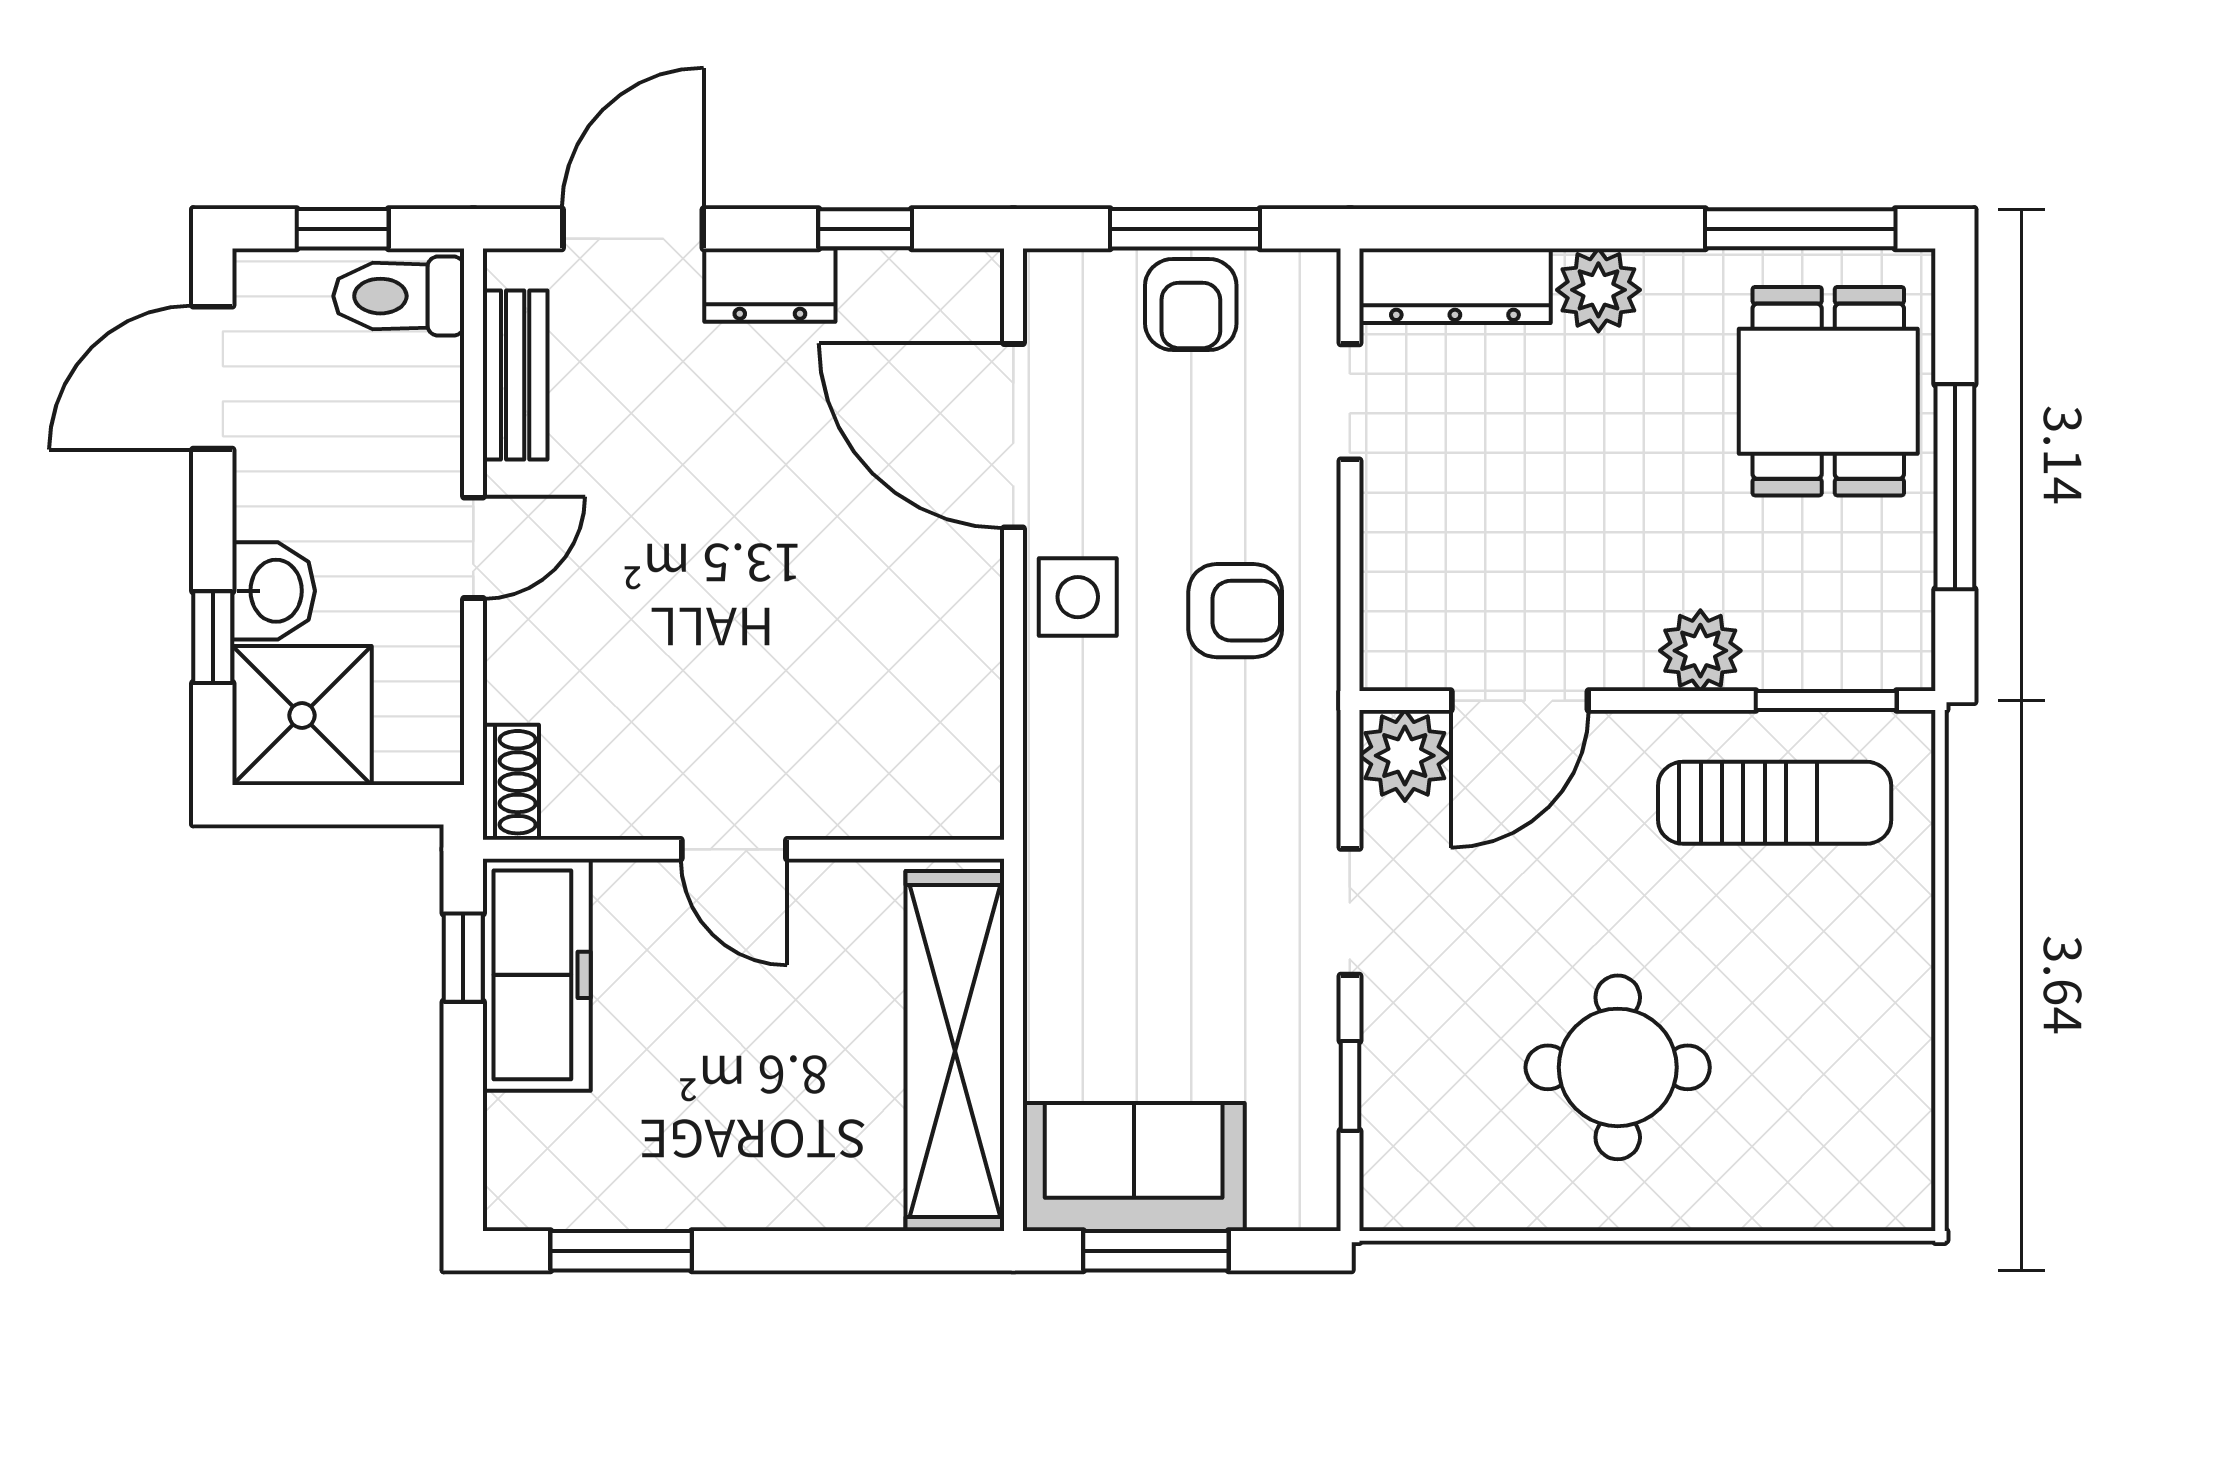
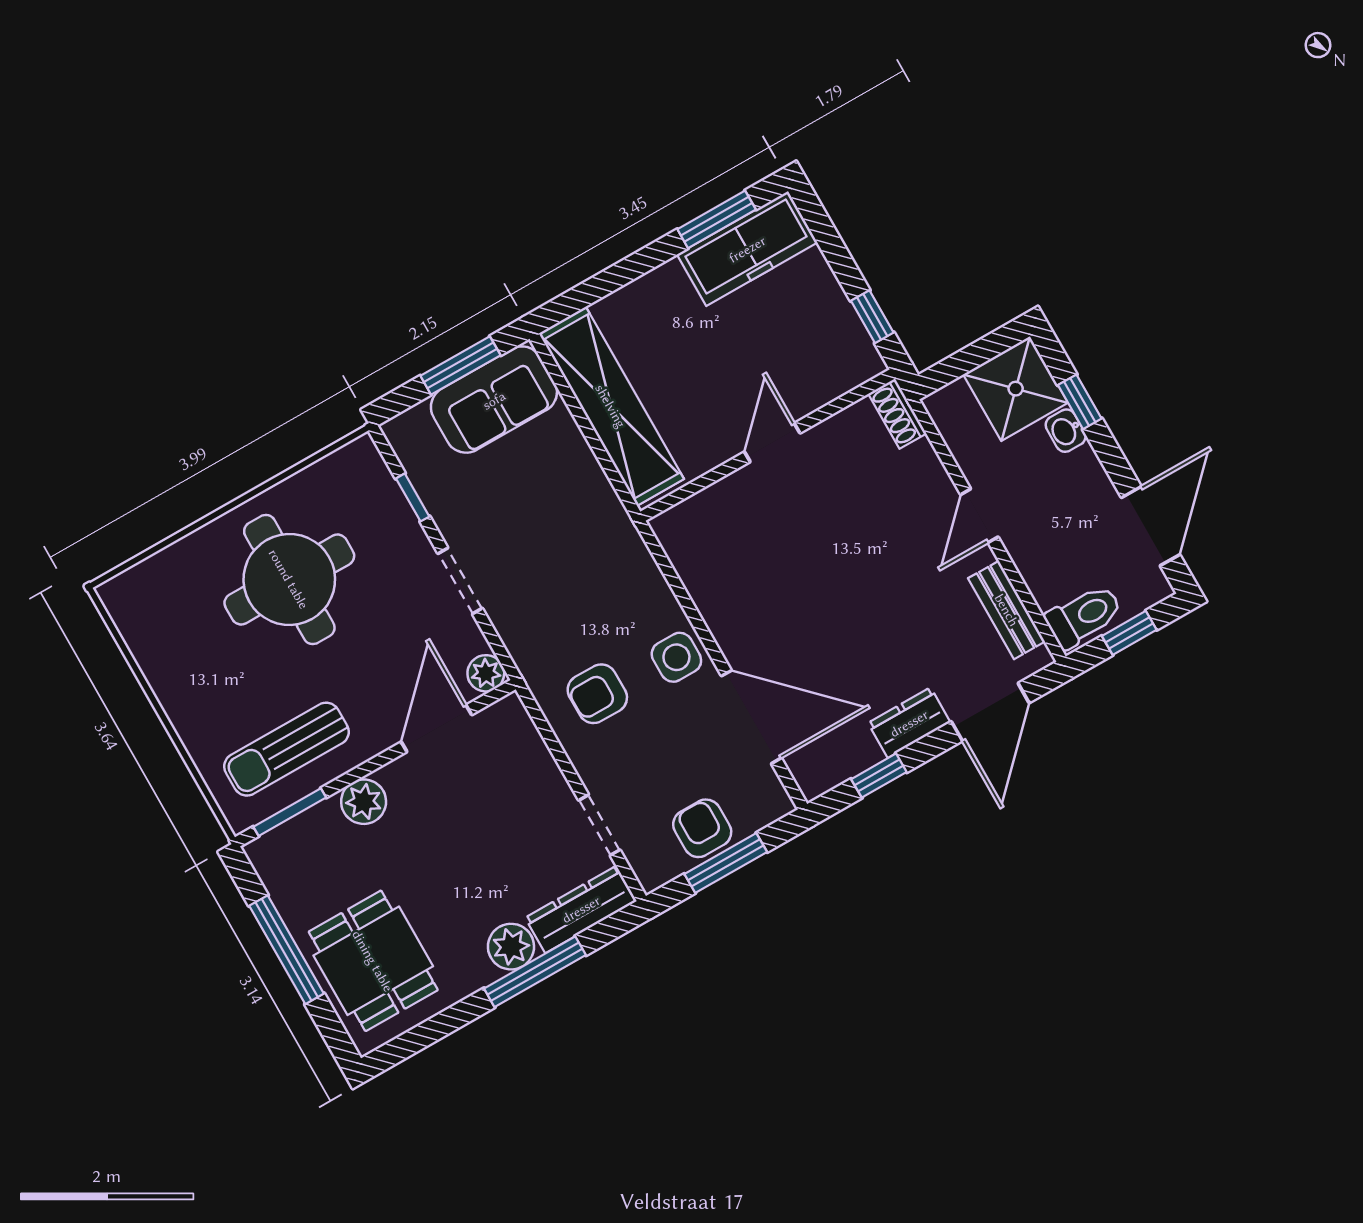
window: (1800, 229) -> (535, 972), moved
washbasin: (274, 591) -> (1066, 431), width x0.72, depth x0.69
plant: (1405, 756) -> (486, 673), width x0.73, depth x0.73
door: (734, 849) -> (772, 443), hinge flipped
freezer: (537, 975) -> (747, 249), moved, turned -90
round table: (1618, 1067) -> (289, 579), width x1.36, depth x1.36

